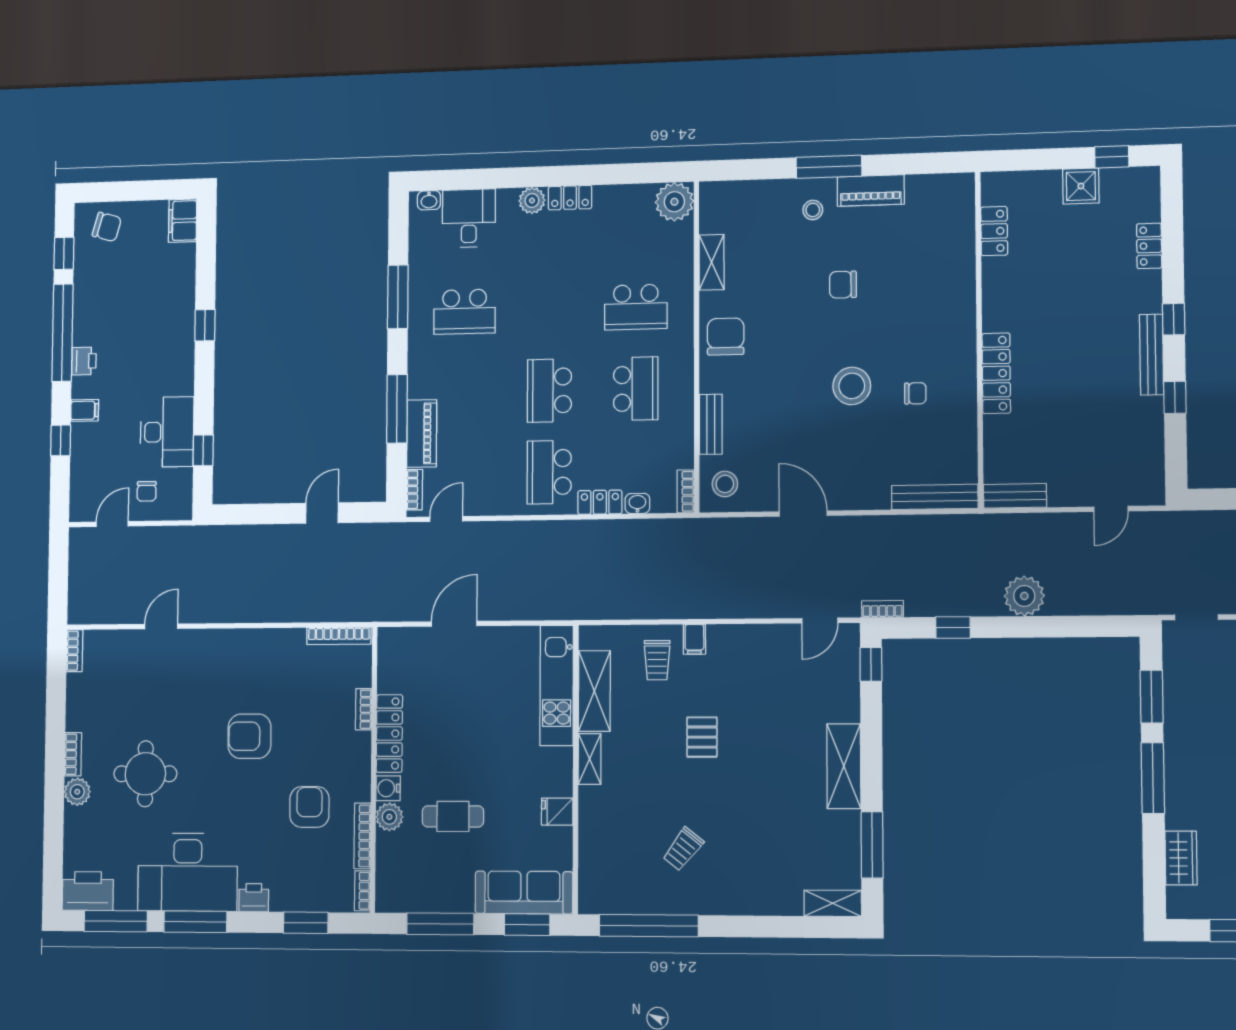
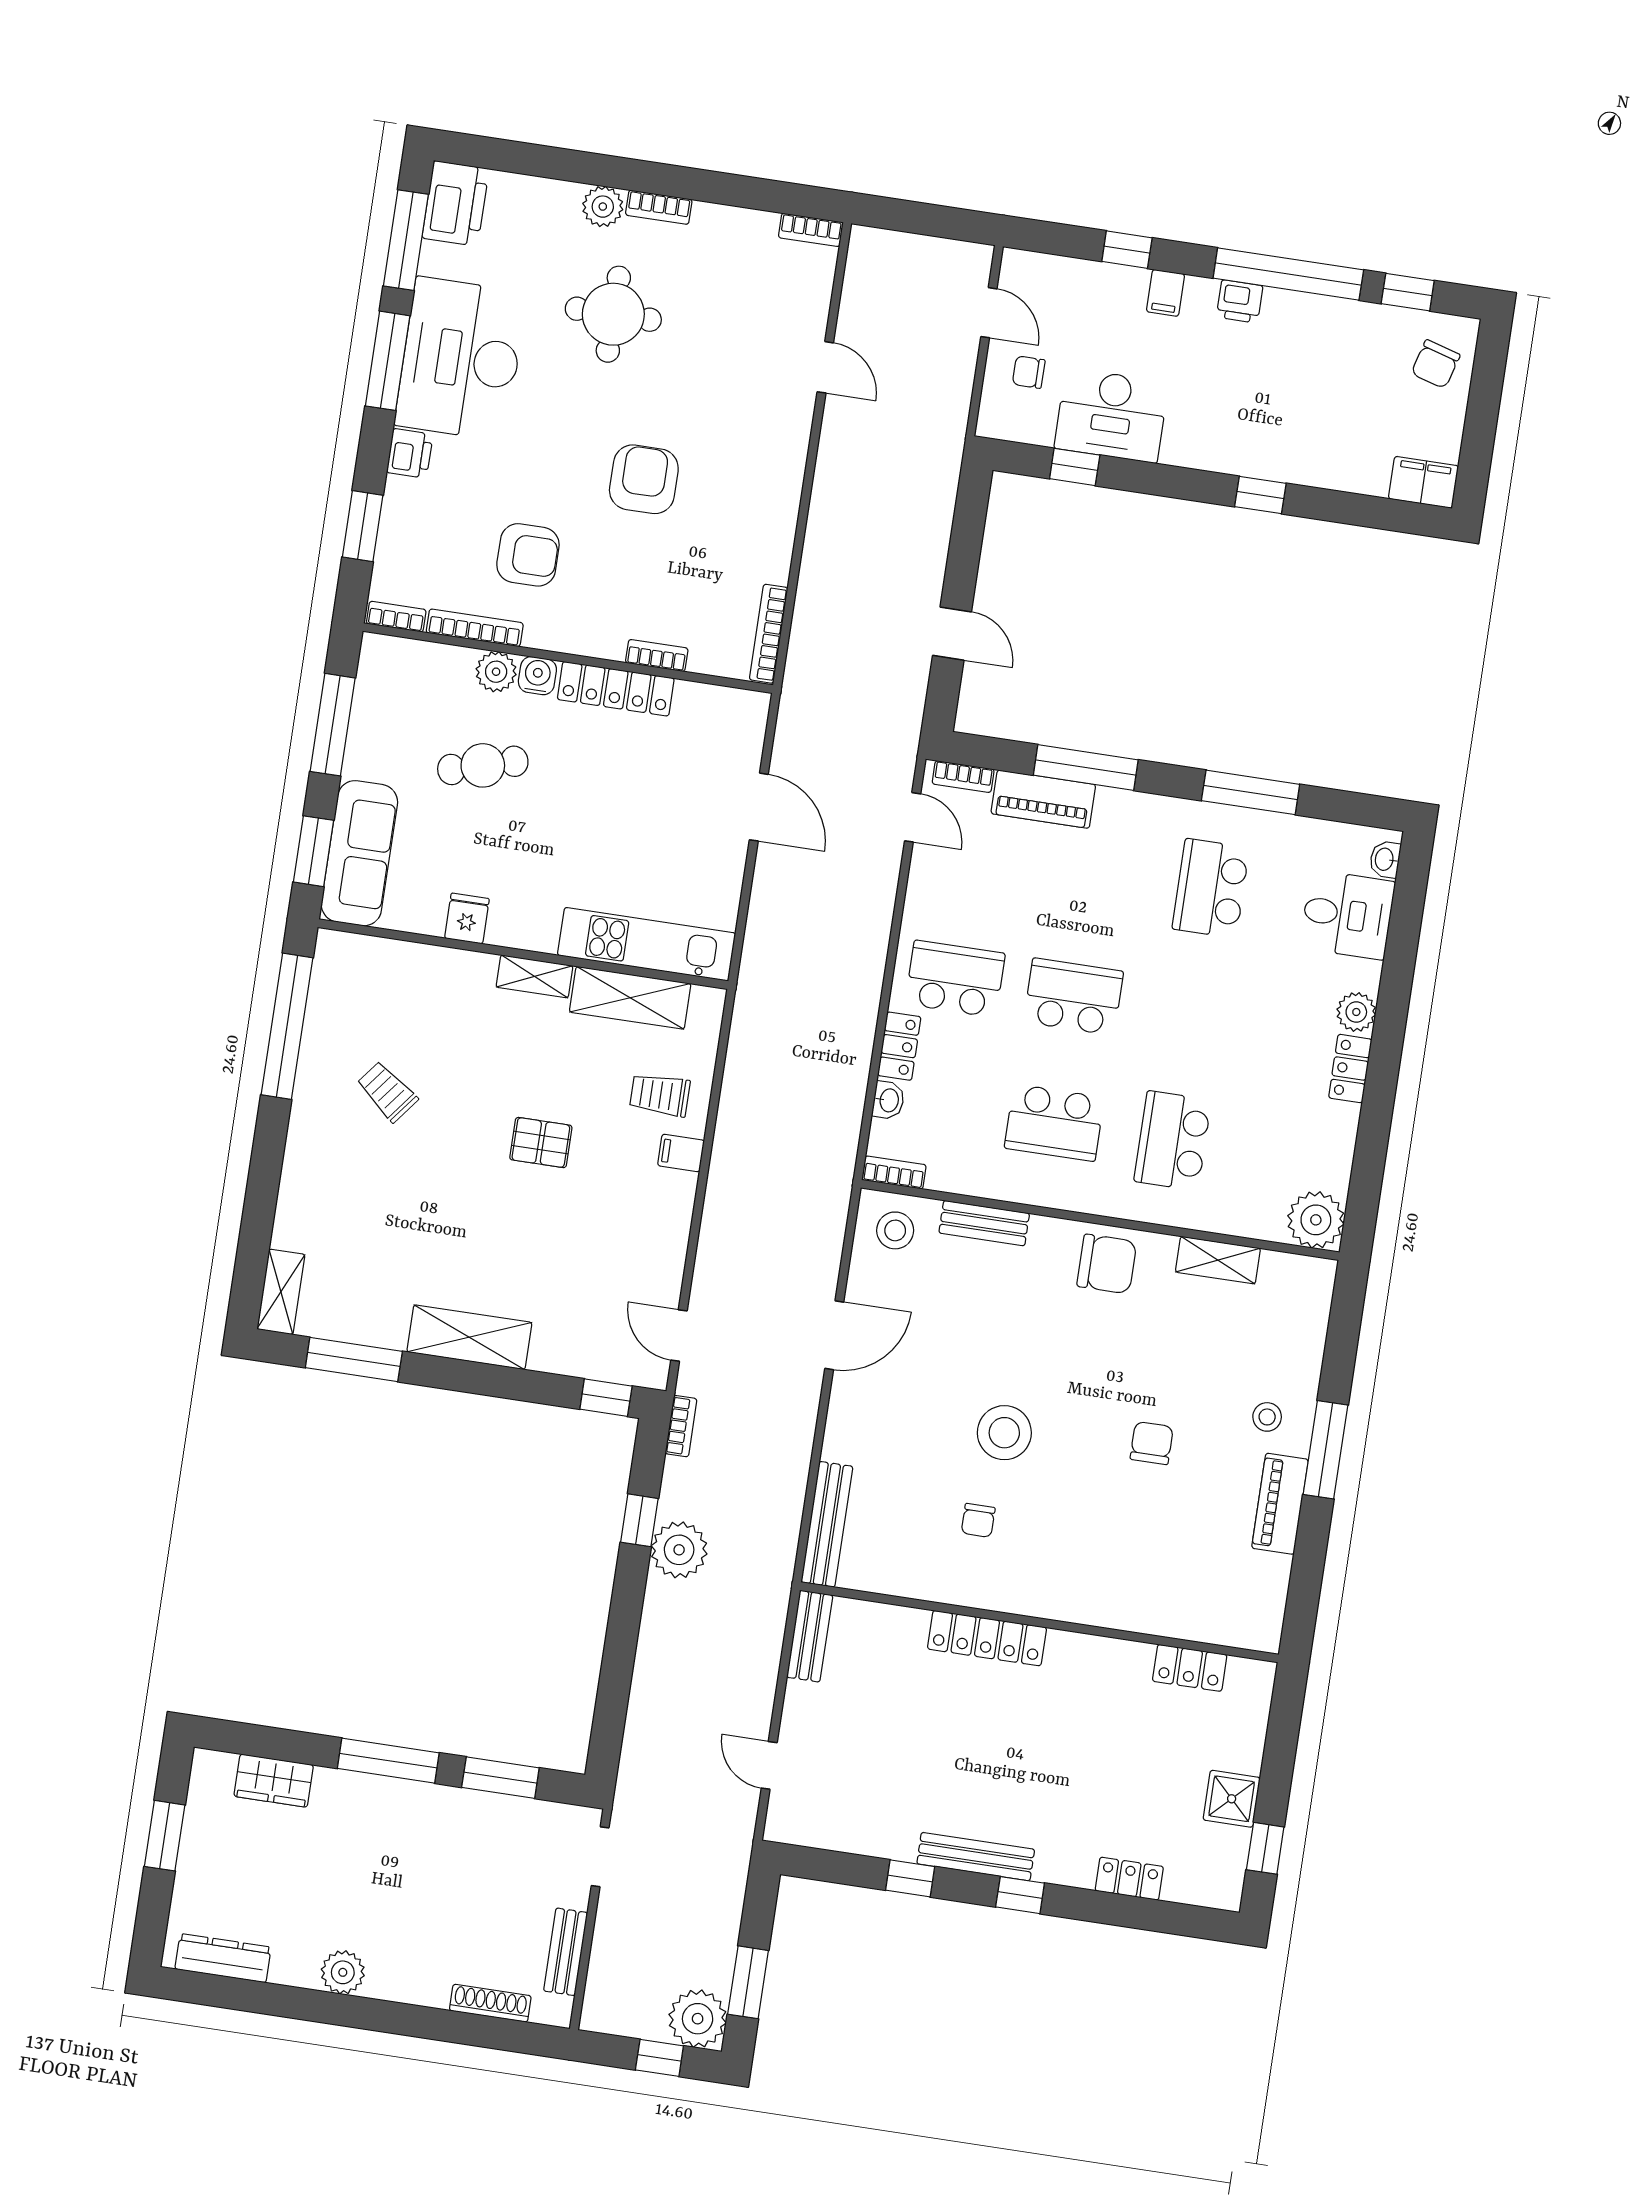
plant: (1024, 596) -> (679, 1550), moved
cafe table: (453, 816) -> (483, 765), turned 74

